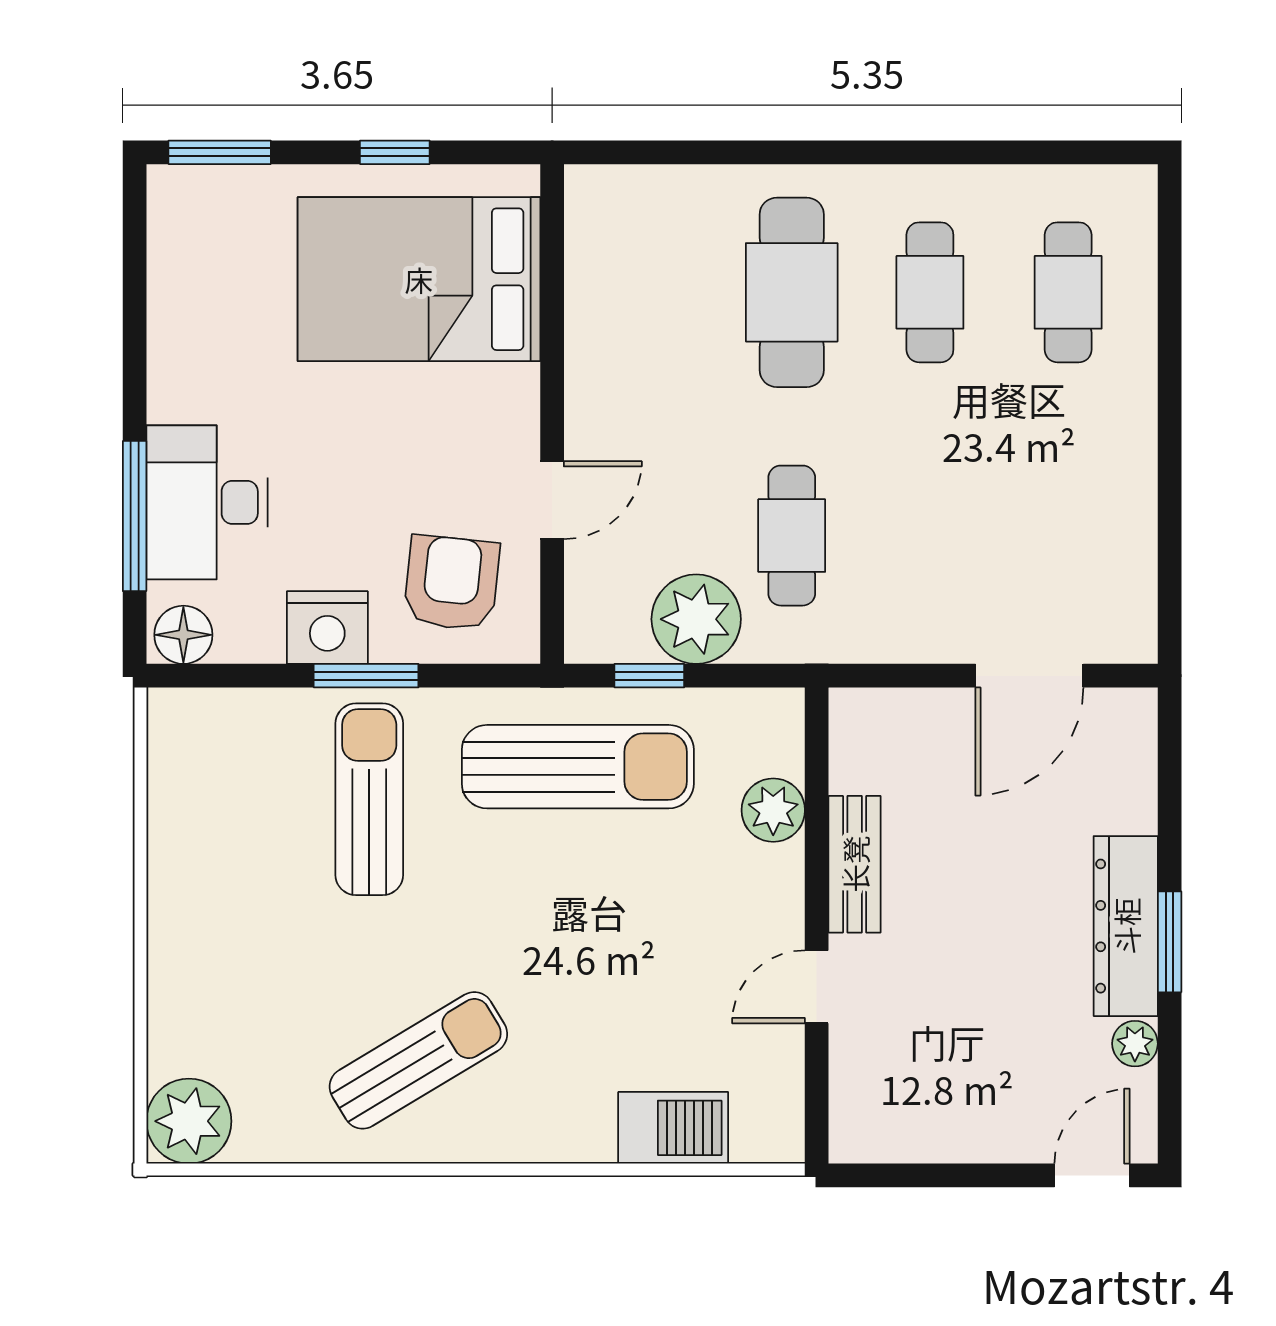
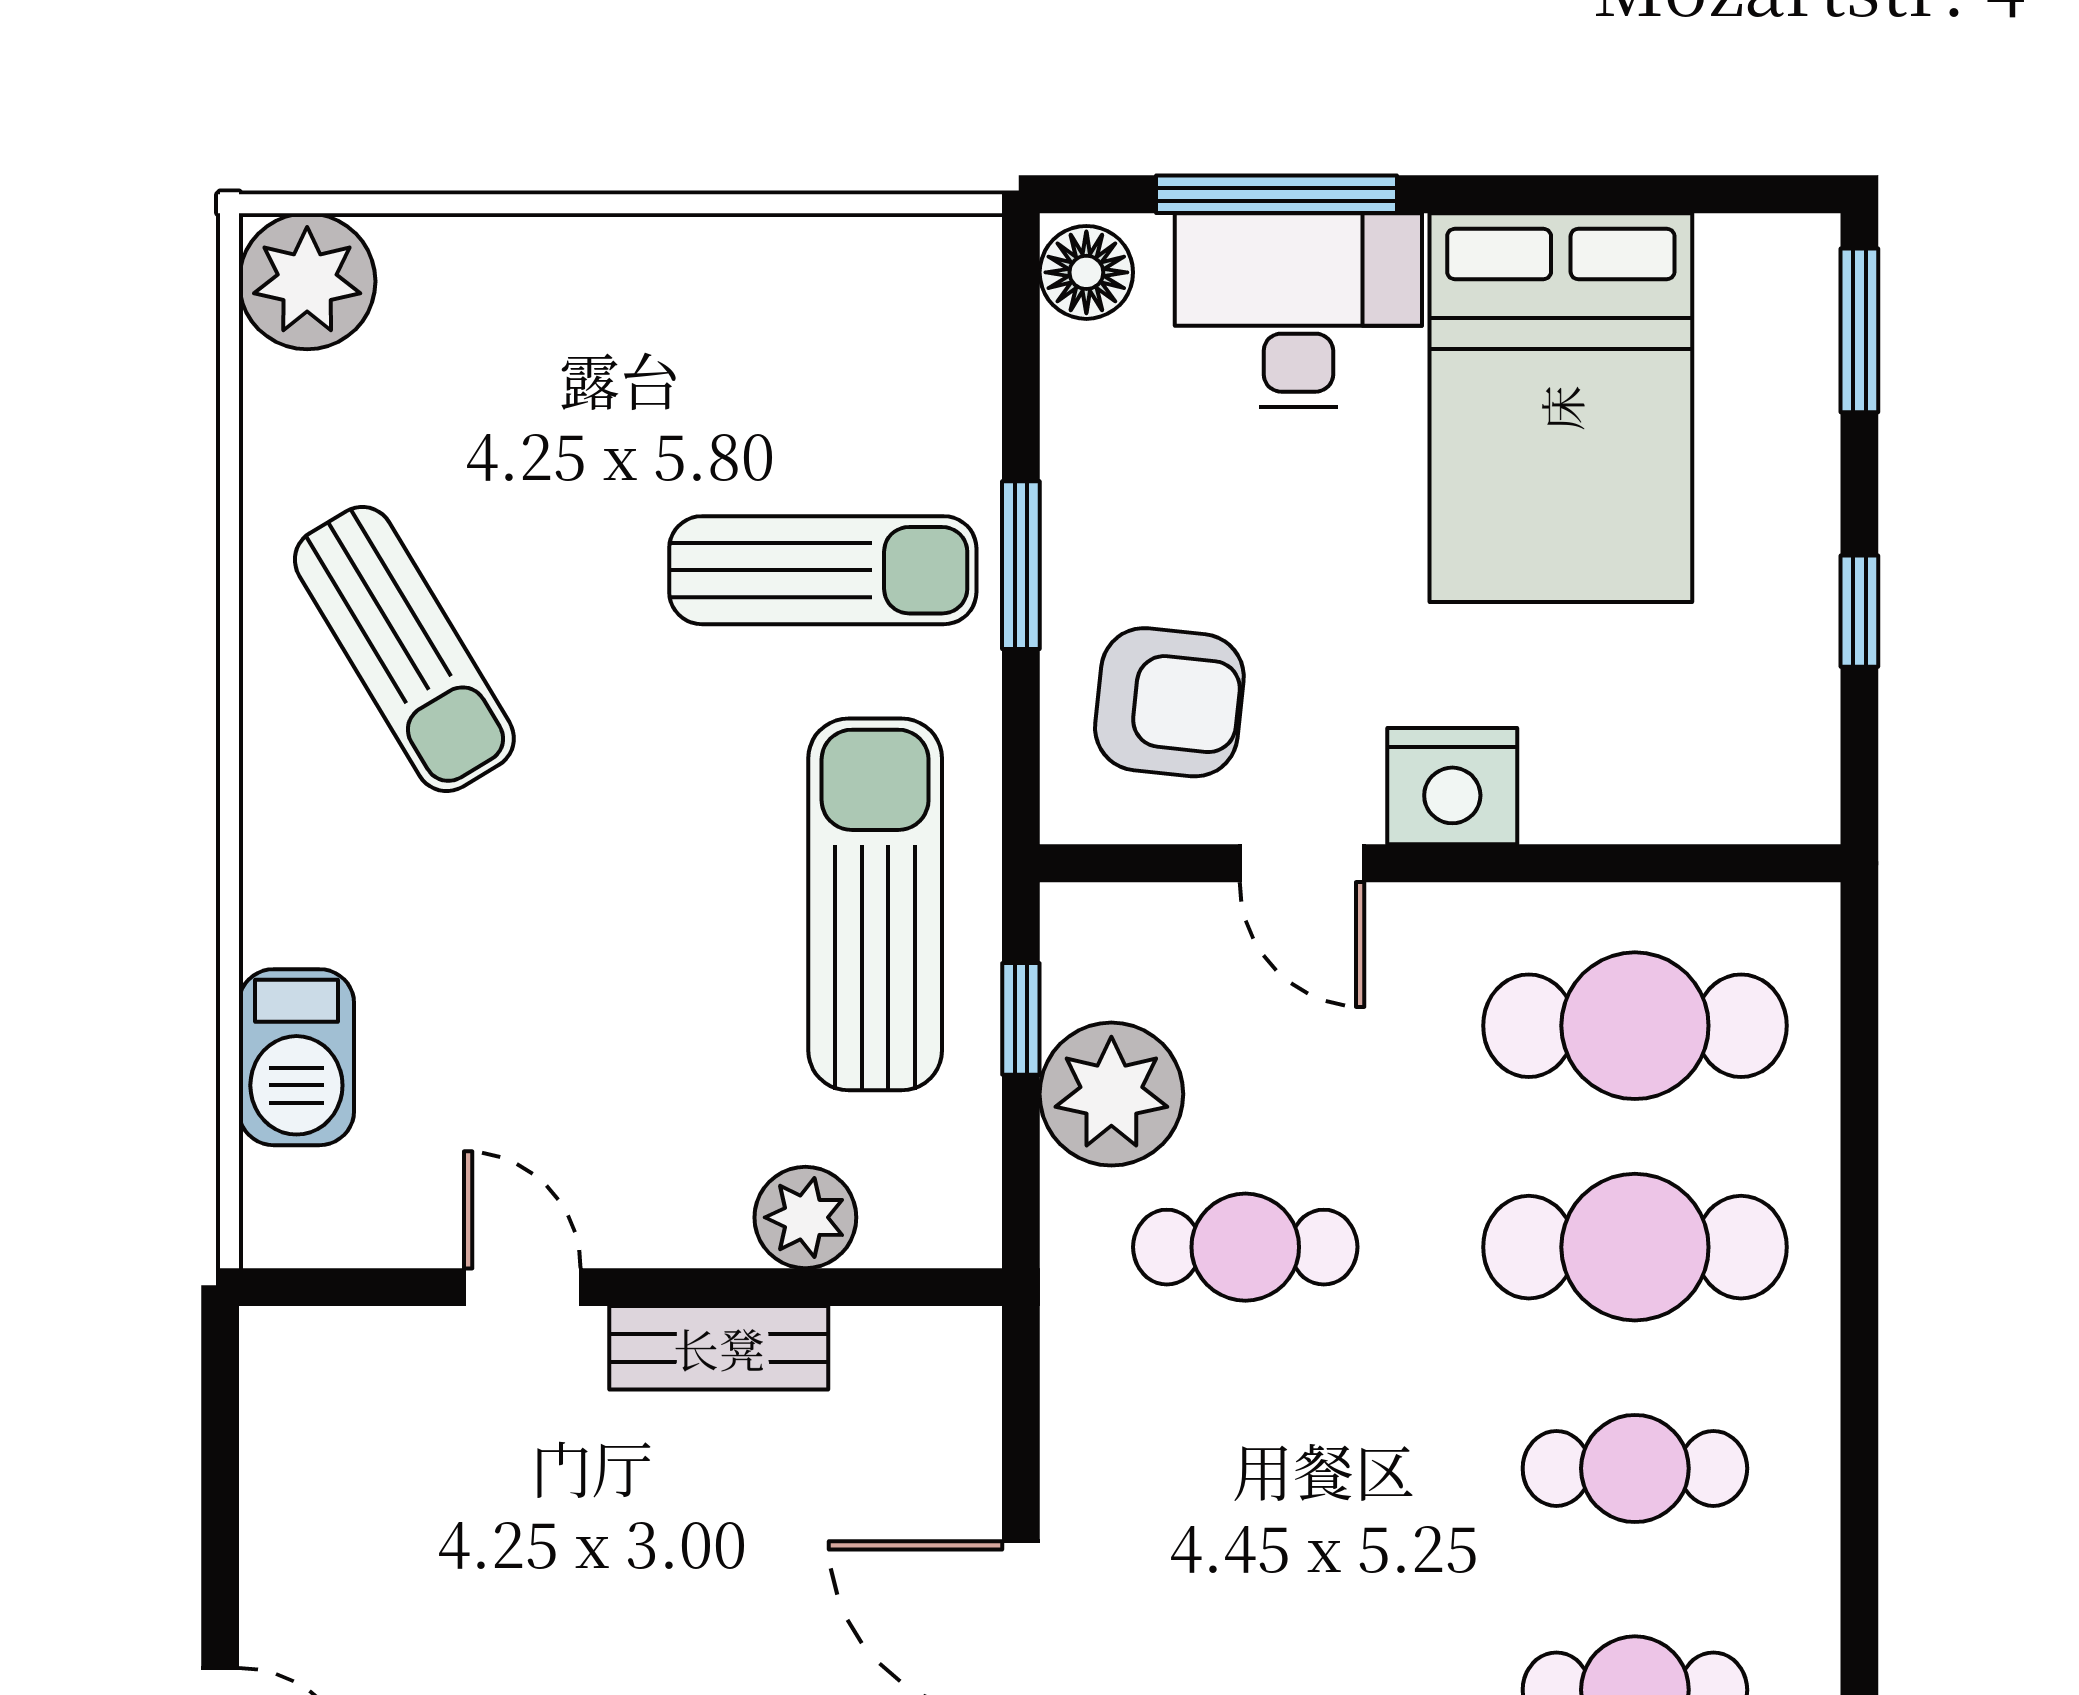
bed: (419, 279) -> (1561, 408), moved, turned 180
cafe table: (654, 292) -> (1635, 1026), added
nightstand: (327, 628) -> (1452, 786), moved, turned -90
sun lounger: (578, 767) -> (875, 904), turned 180

